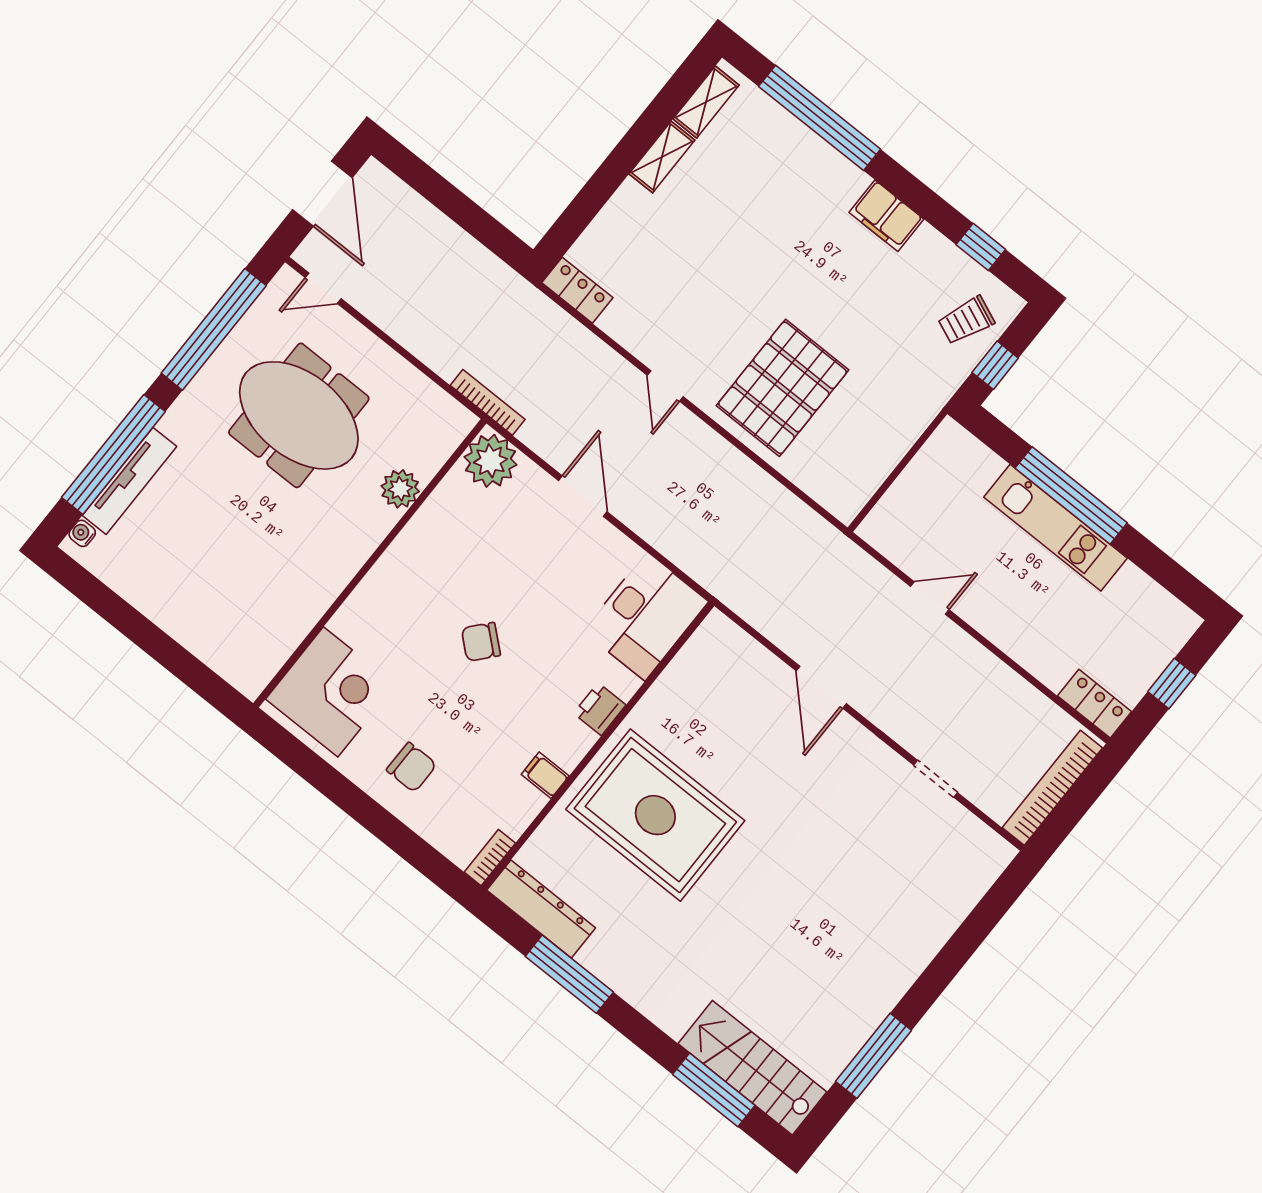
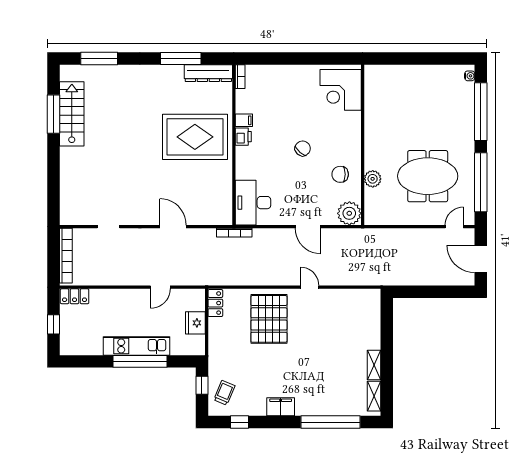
locker: (577, 290) -> (215, 303), moved, turned -90
bookcase: (488, 402) -> (234, 233), moved
tv unit: (129, 481) -> (468, 107), removed
fridge: (919, 485) -> (195, 323), added
printer: (600, 709) -> (243, 137), moved
chair: (412, 767) -> (340, 174), moved
stairs: (752, 1068) -> (72, 114), moved, turned -90

